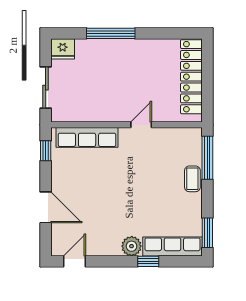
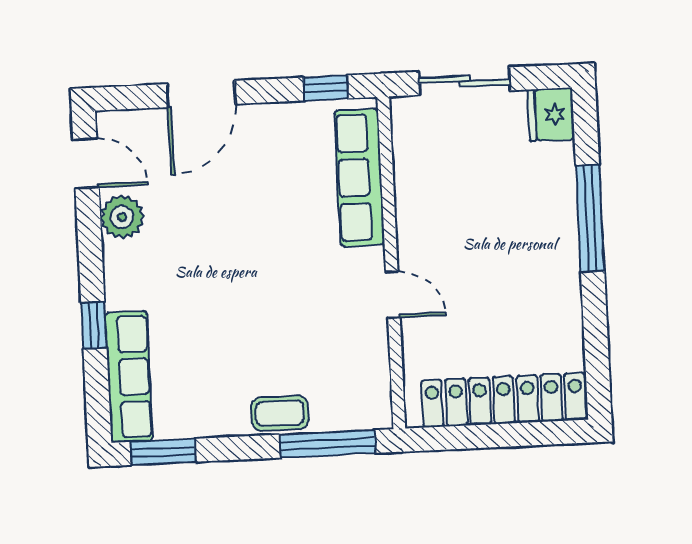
plant: (132, 246) -> (122, 217), moved

